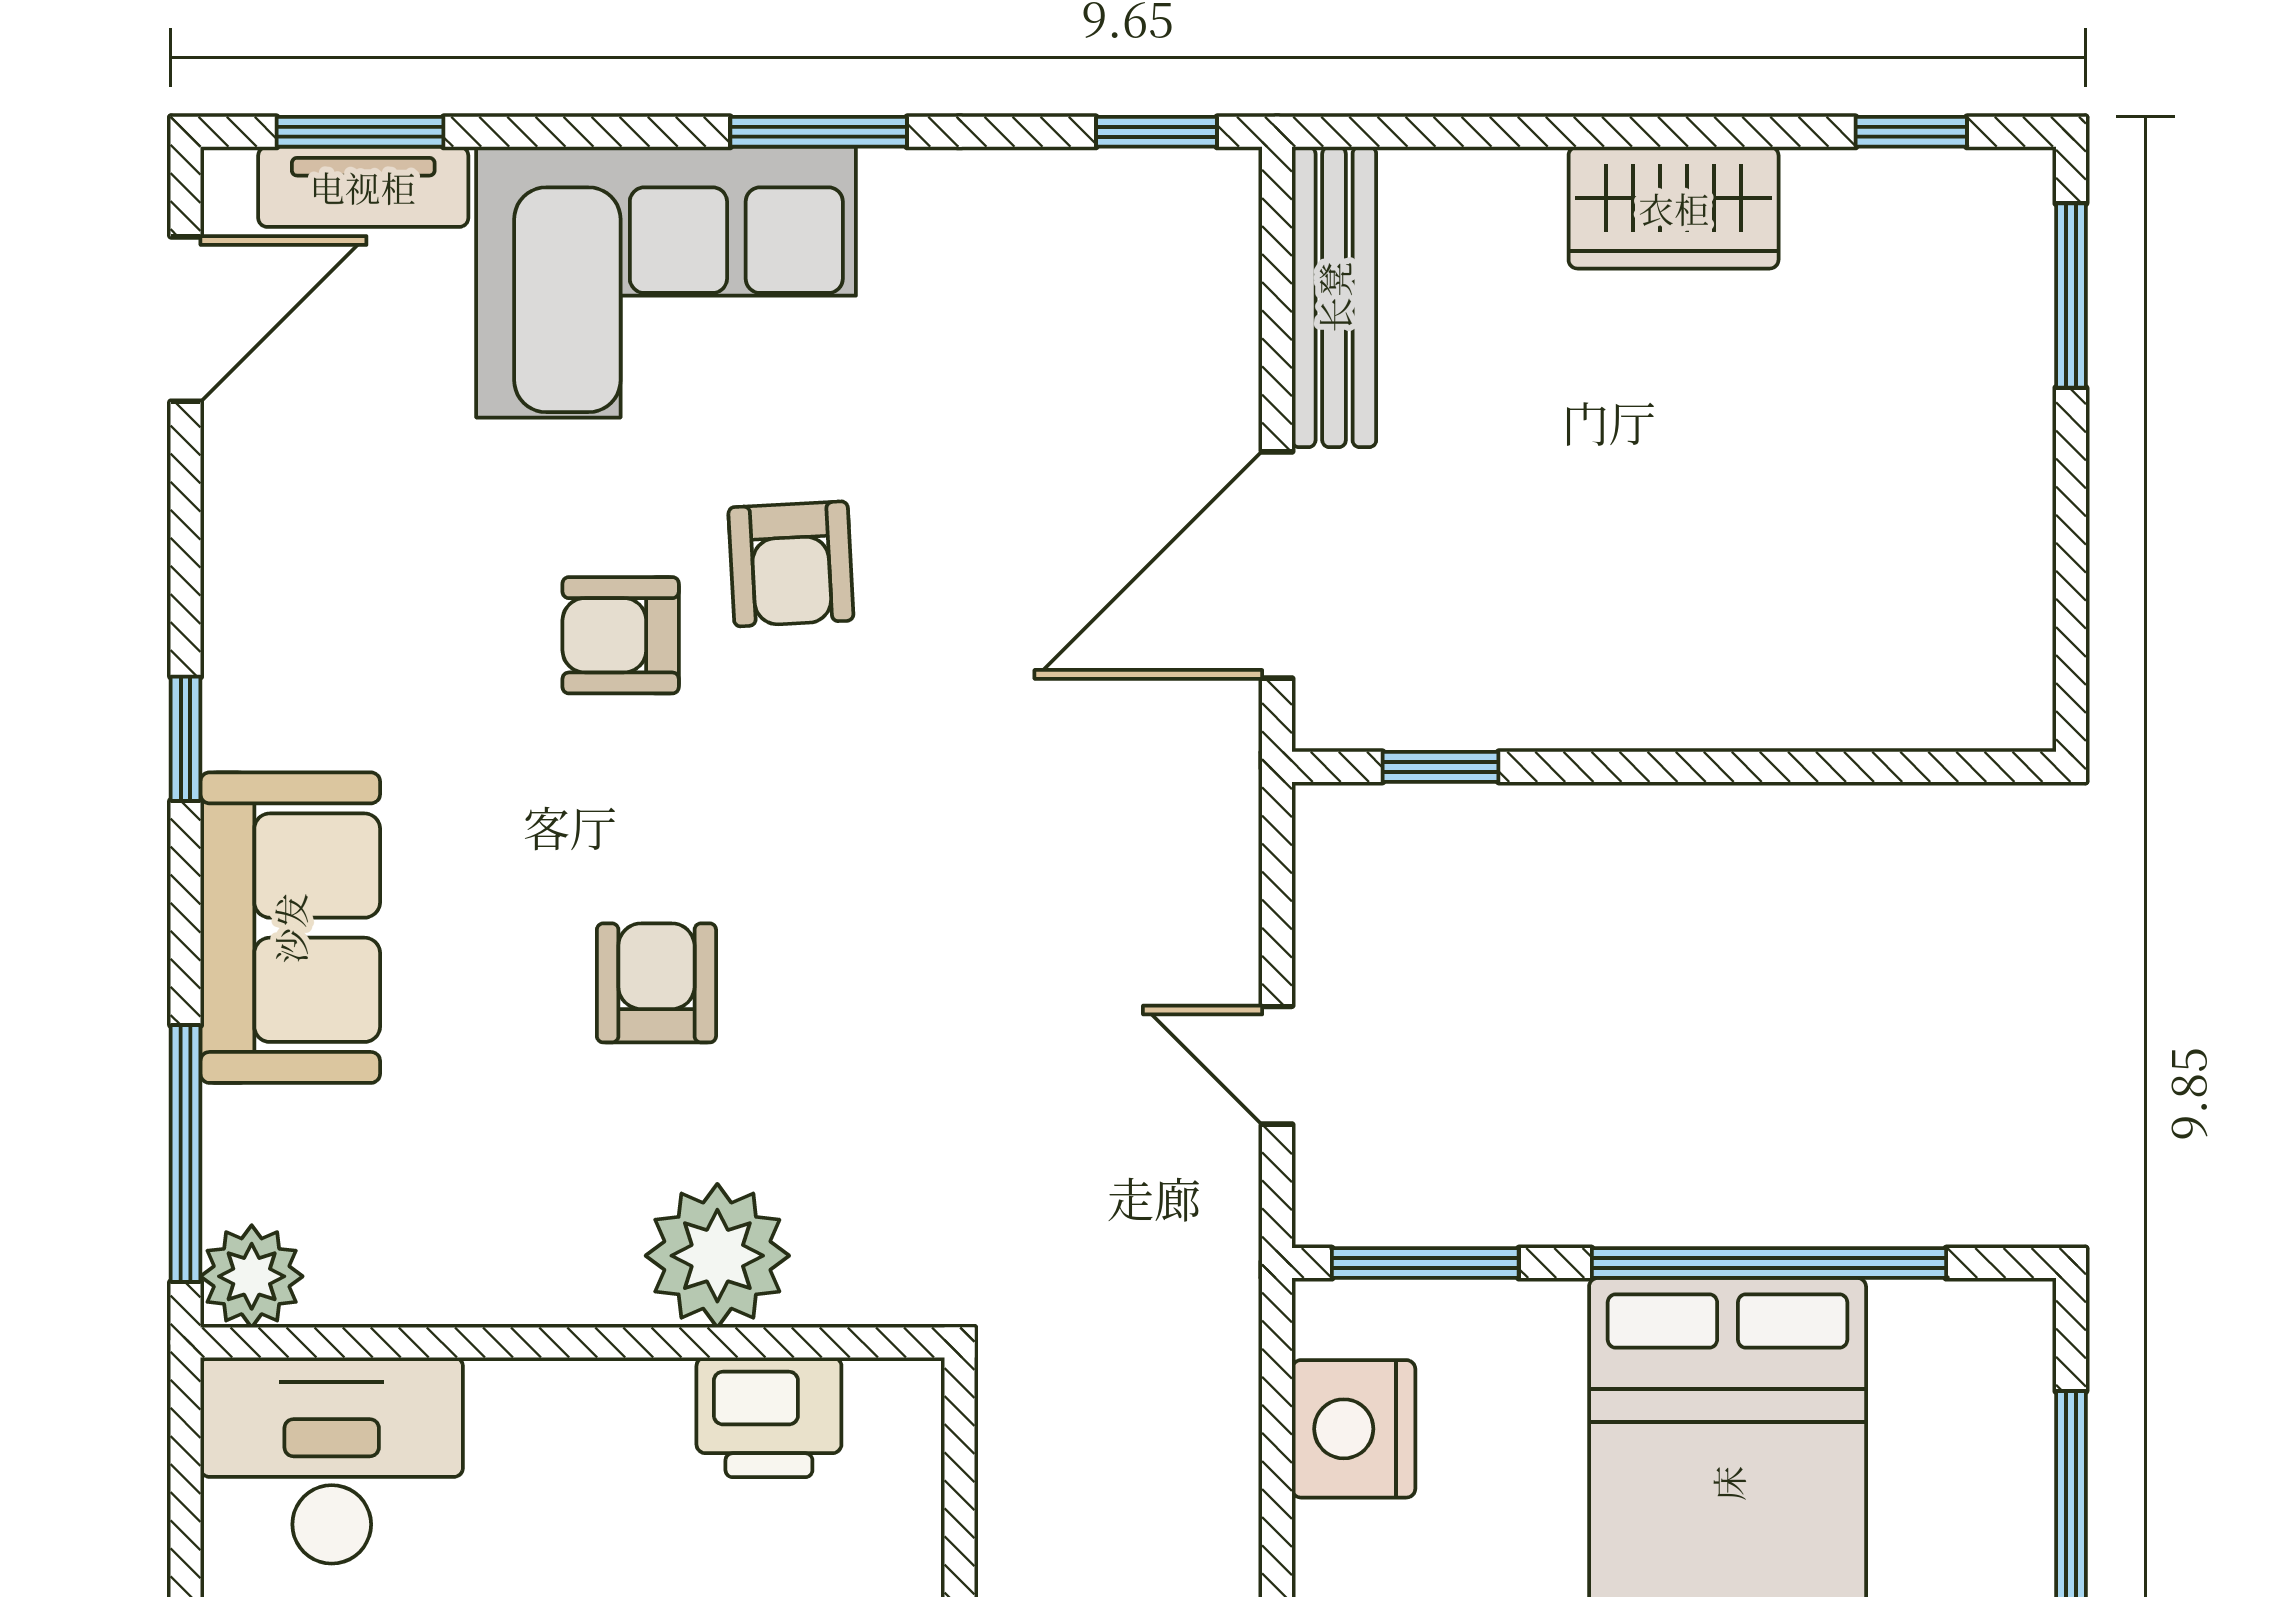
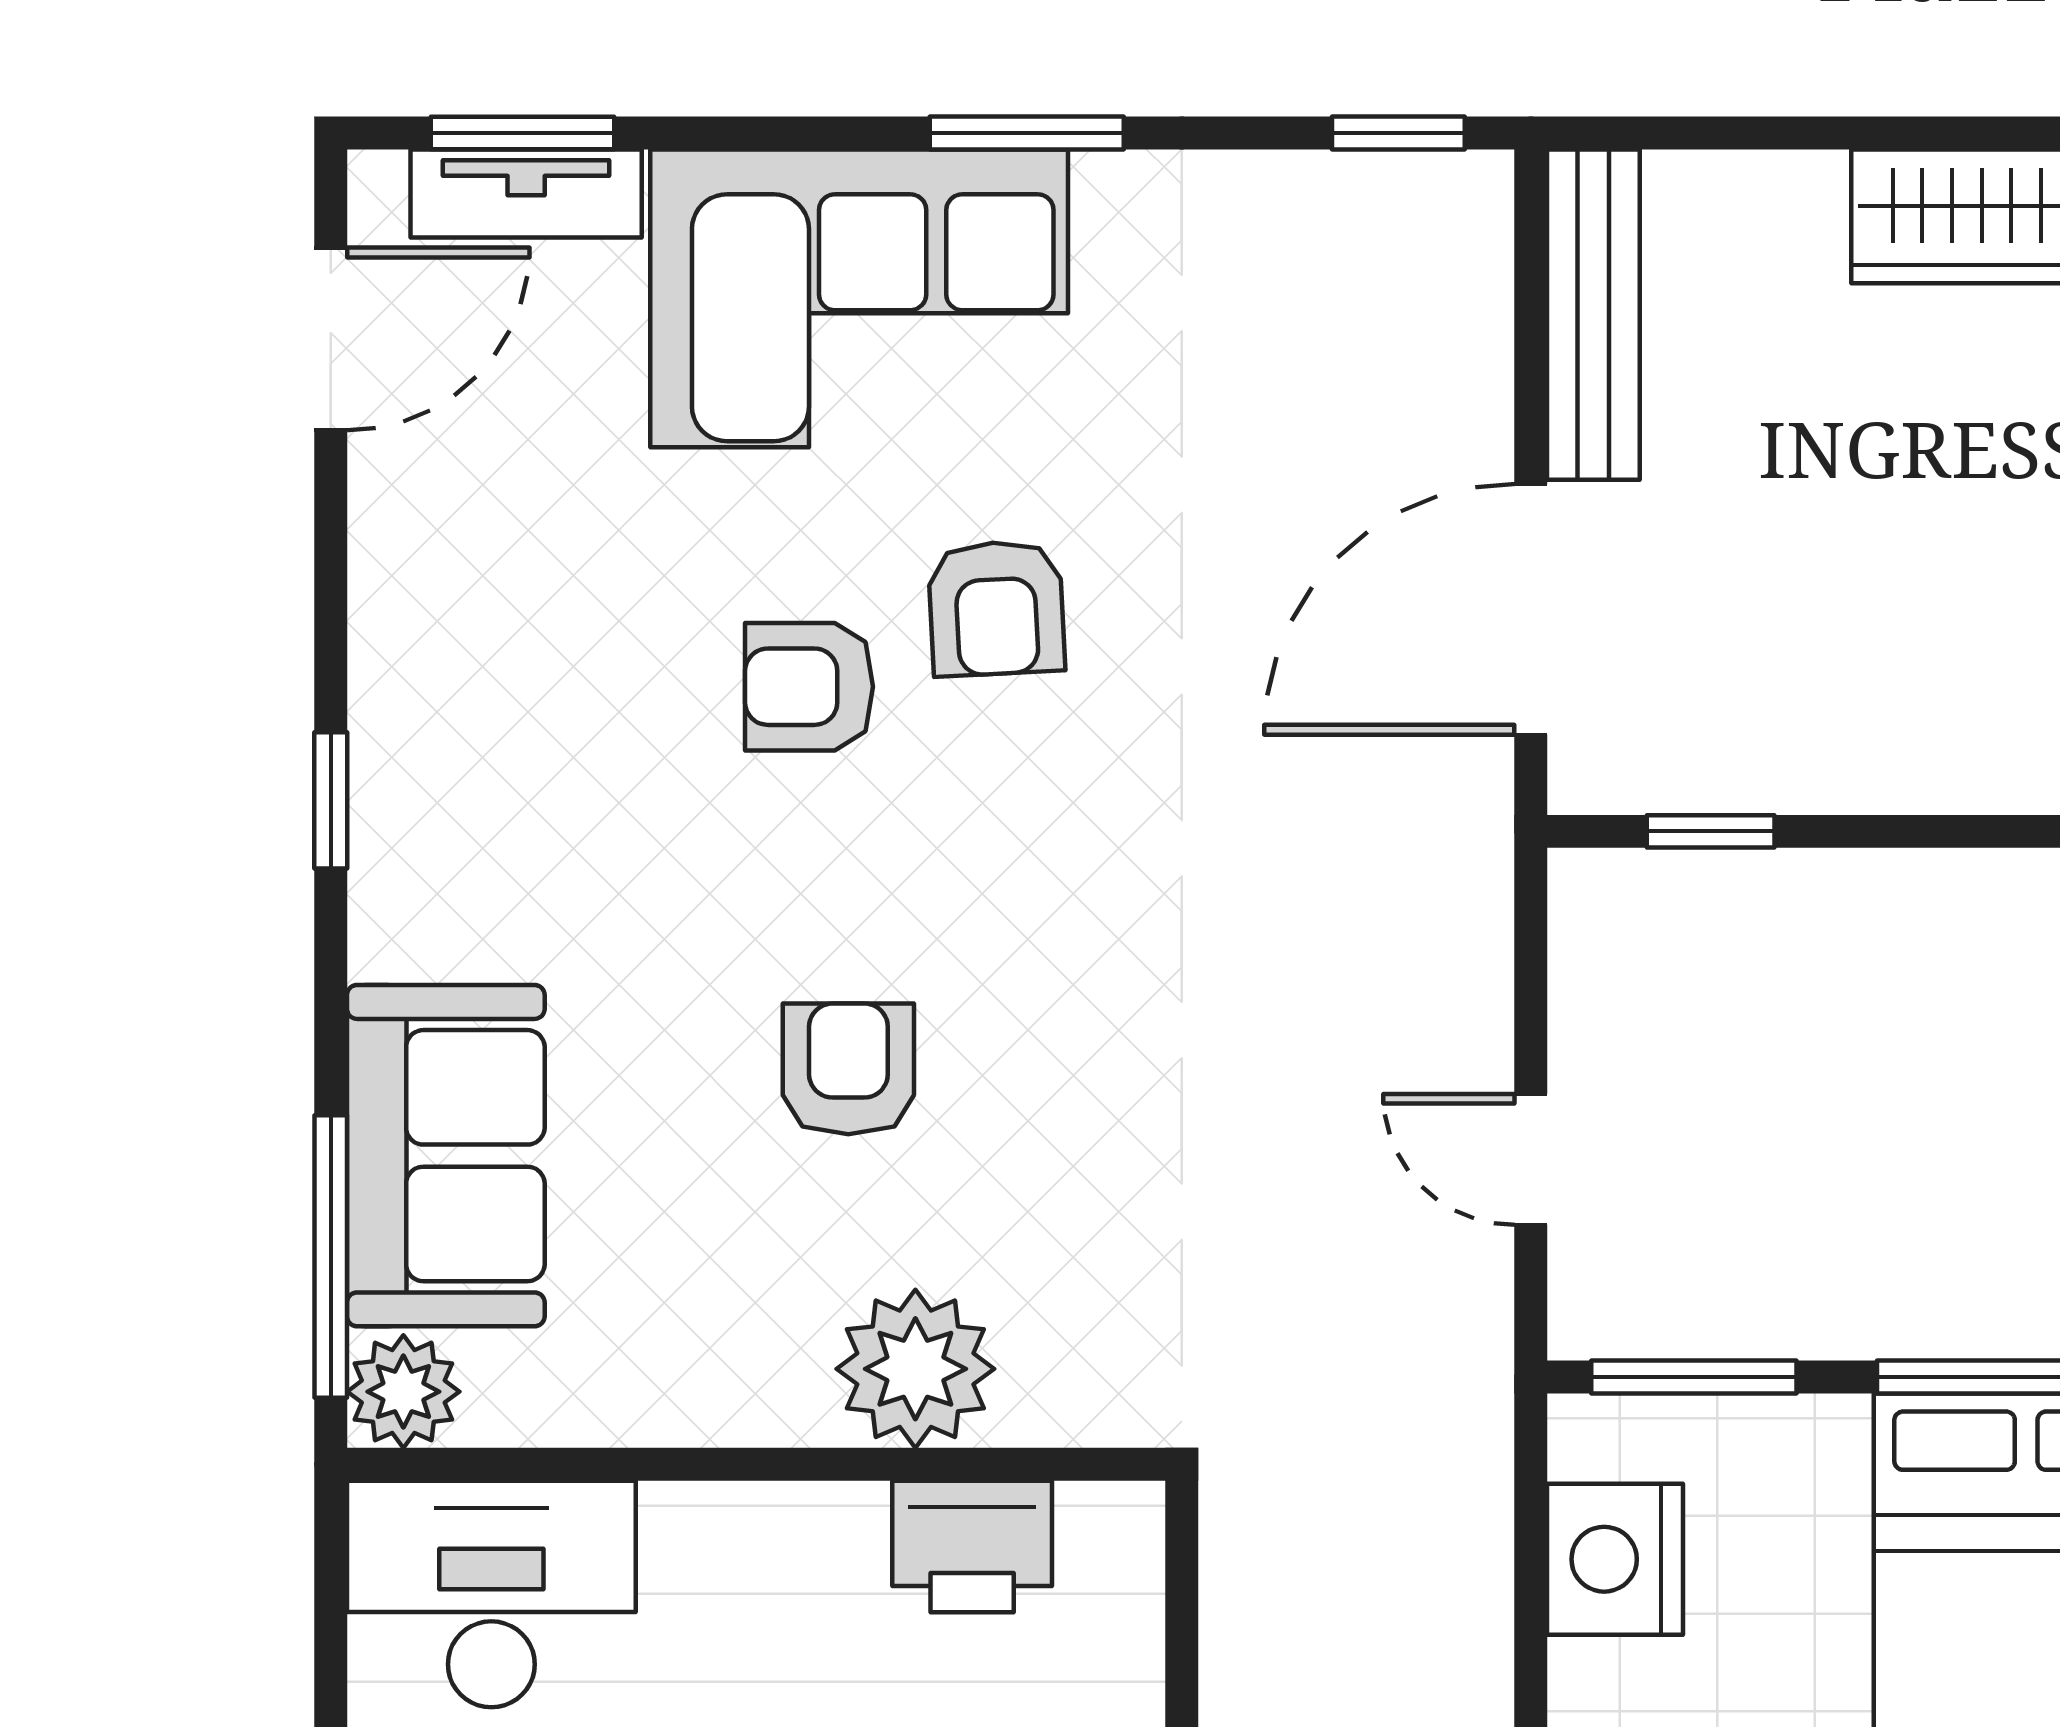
sofa: (290, 928) -> (446, 1156), moved

